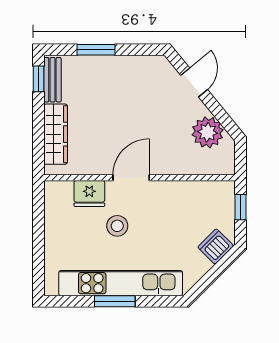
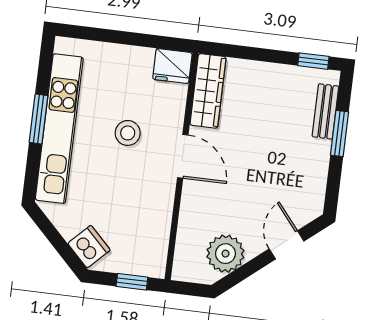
bench: (52, 80) -> (325, 111), moved, turned 90
door: (194, 82) -> (287, 245), swing flipped
wardrobe: (56, 134) -> (208, 91), moved, turned -90
fridge: (89, 193) -> (172, 66), moved, turned -90

